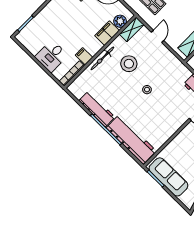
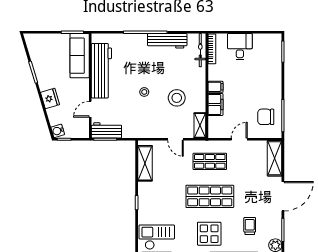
plant: (120, 21) -> (214, 123), removed
filing cabinet: (84, 56) -> (215, 87), moved
bicycle: (102, 58) -> (200, 50), moved
workbench: (131, 139) -> (101, 71), moved, turned -90
sofa: (168, 177) -> (80, 56), moved, turned 90

